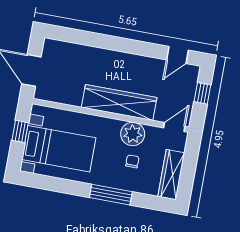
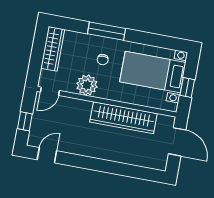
wardrobe: (119, 102) -> (123, 118), moved
chair: (132, 161) -> (103, 60), moved

